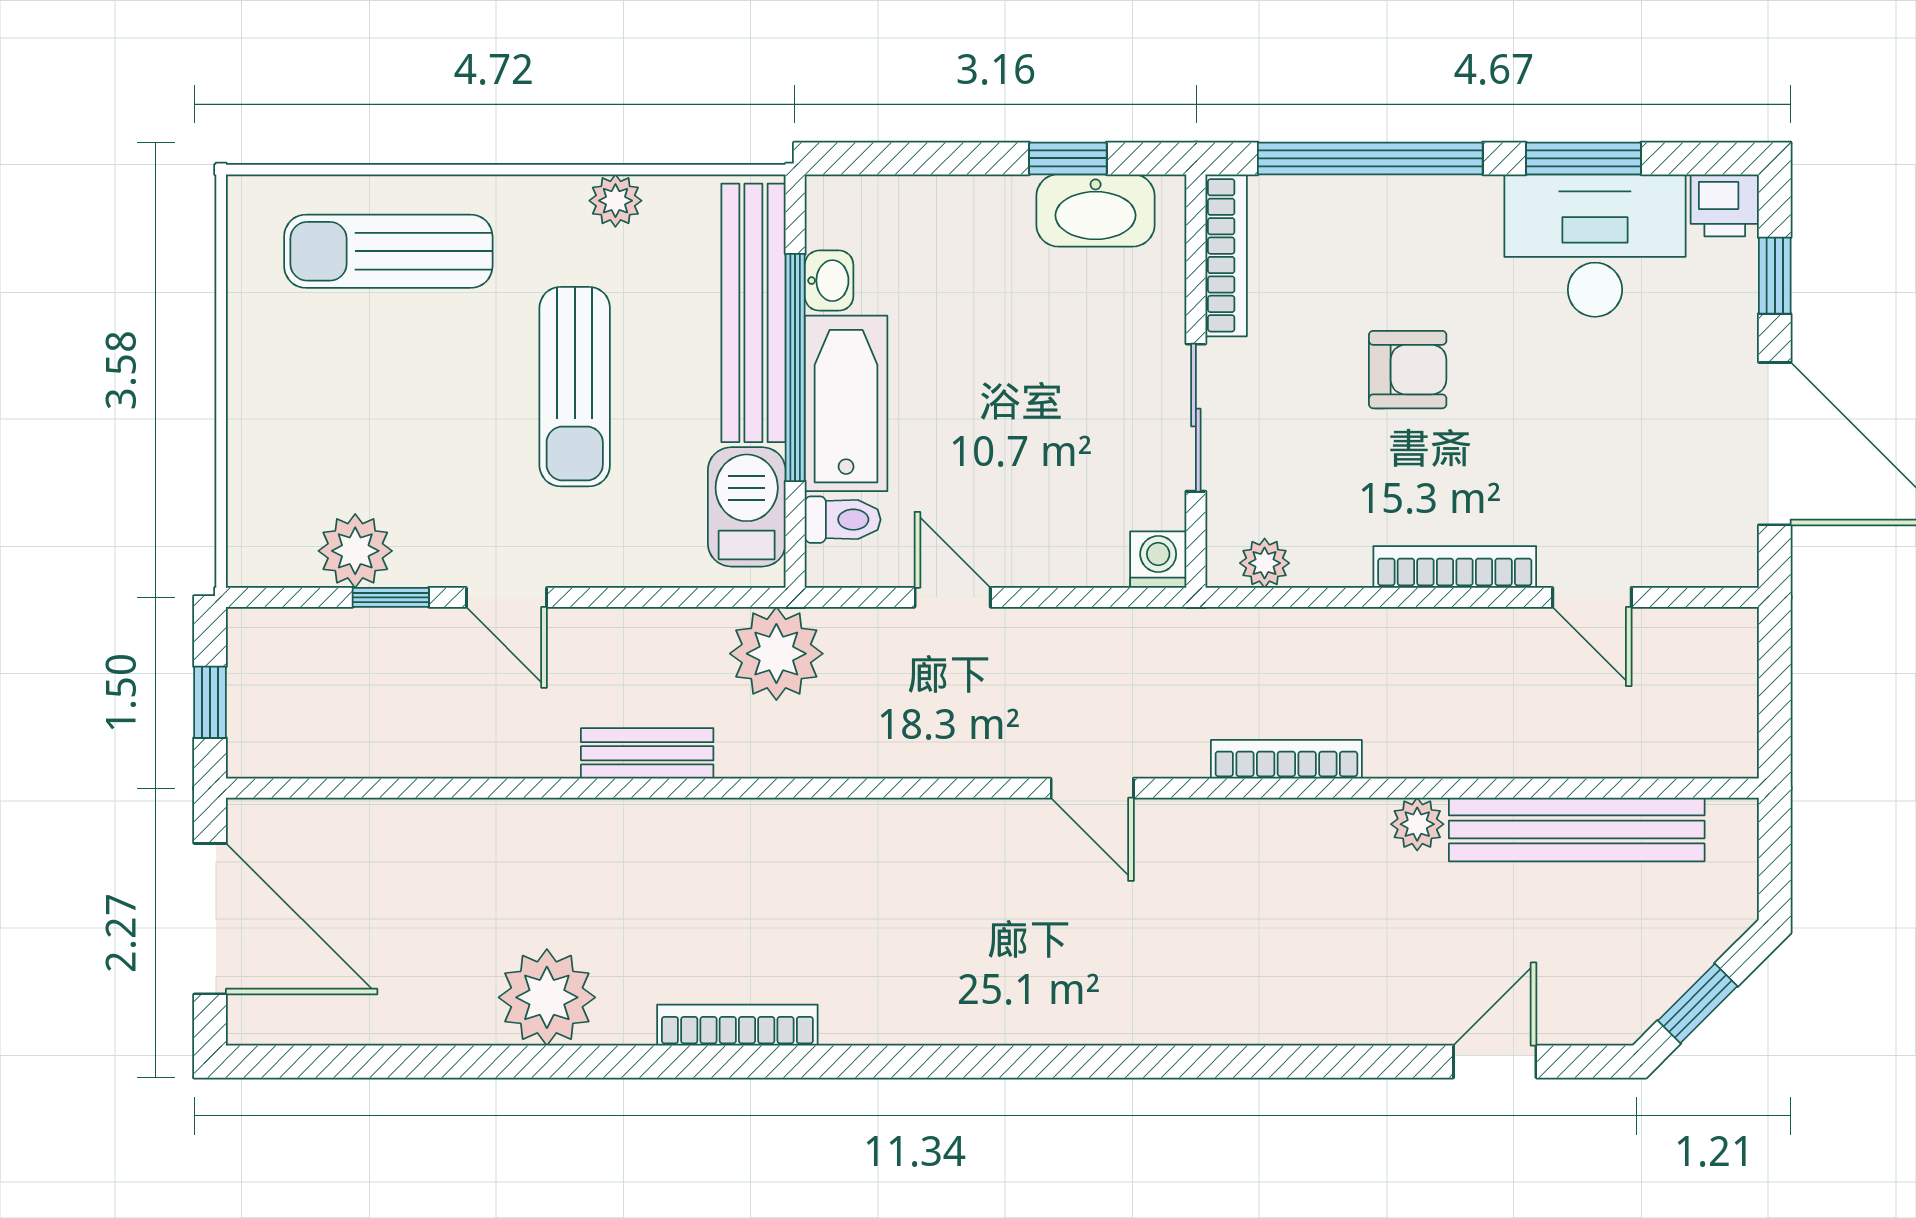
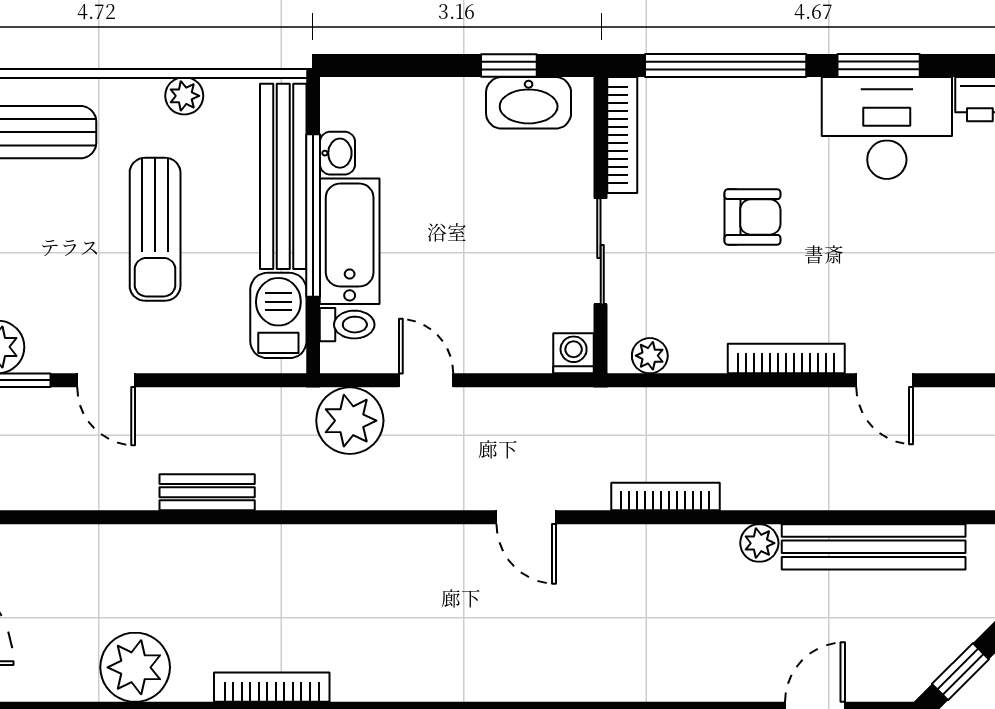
plant: (776, 654) -> (350, 421), moved

